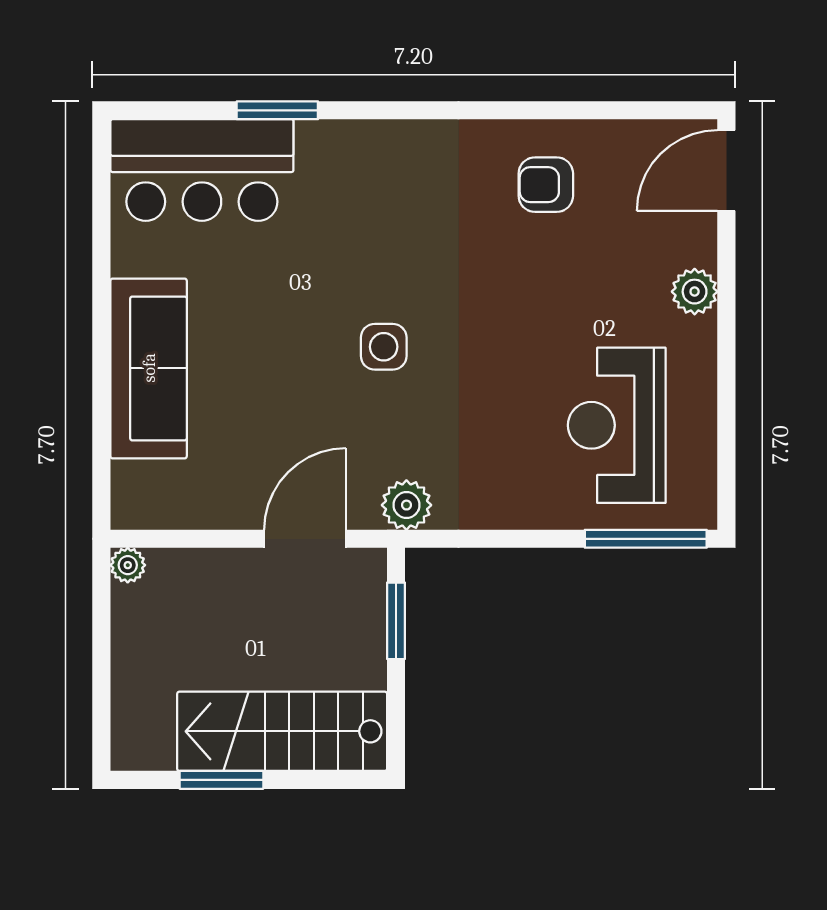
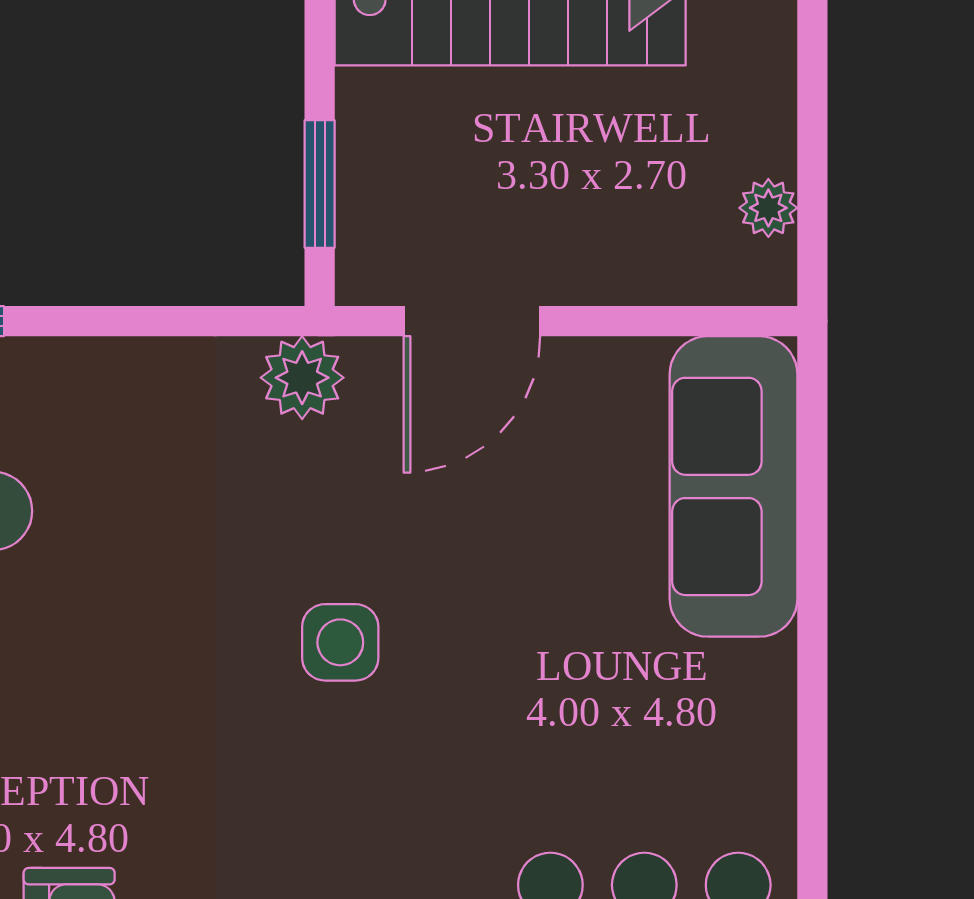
sofa: (149, 368) -> (734, 486), moved
plant: (128, 565) -> (768, 208), moved

